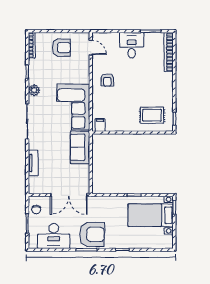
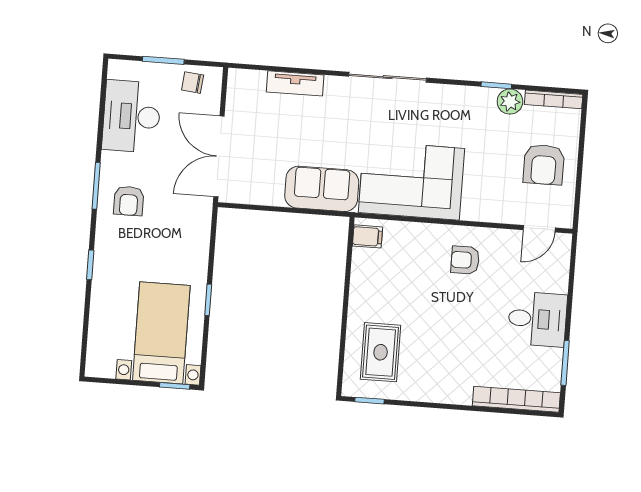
plant: (34, 90) -> (510, 102), moved
armchair: (92, 234) -> (129, 201), width x0.53, depth x0.53

